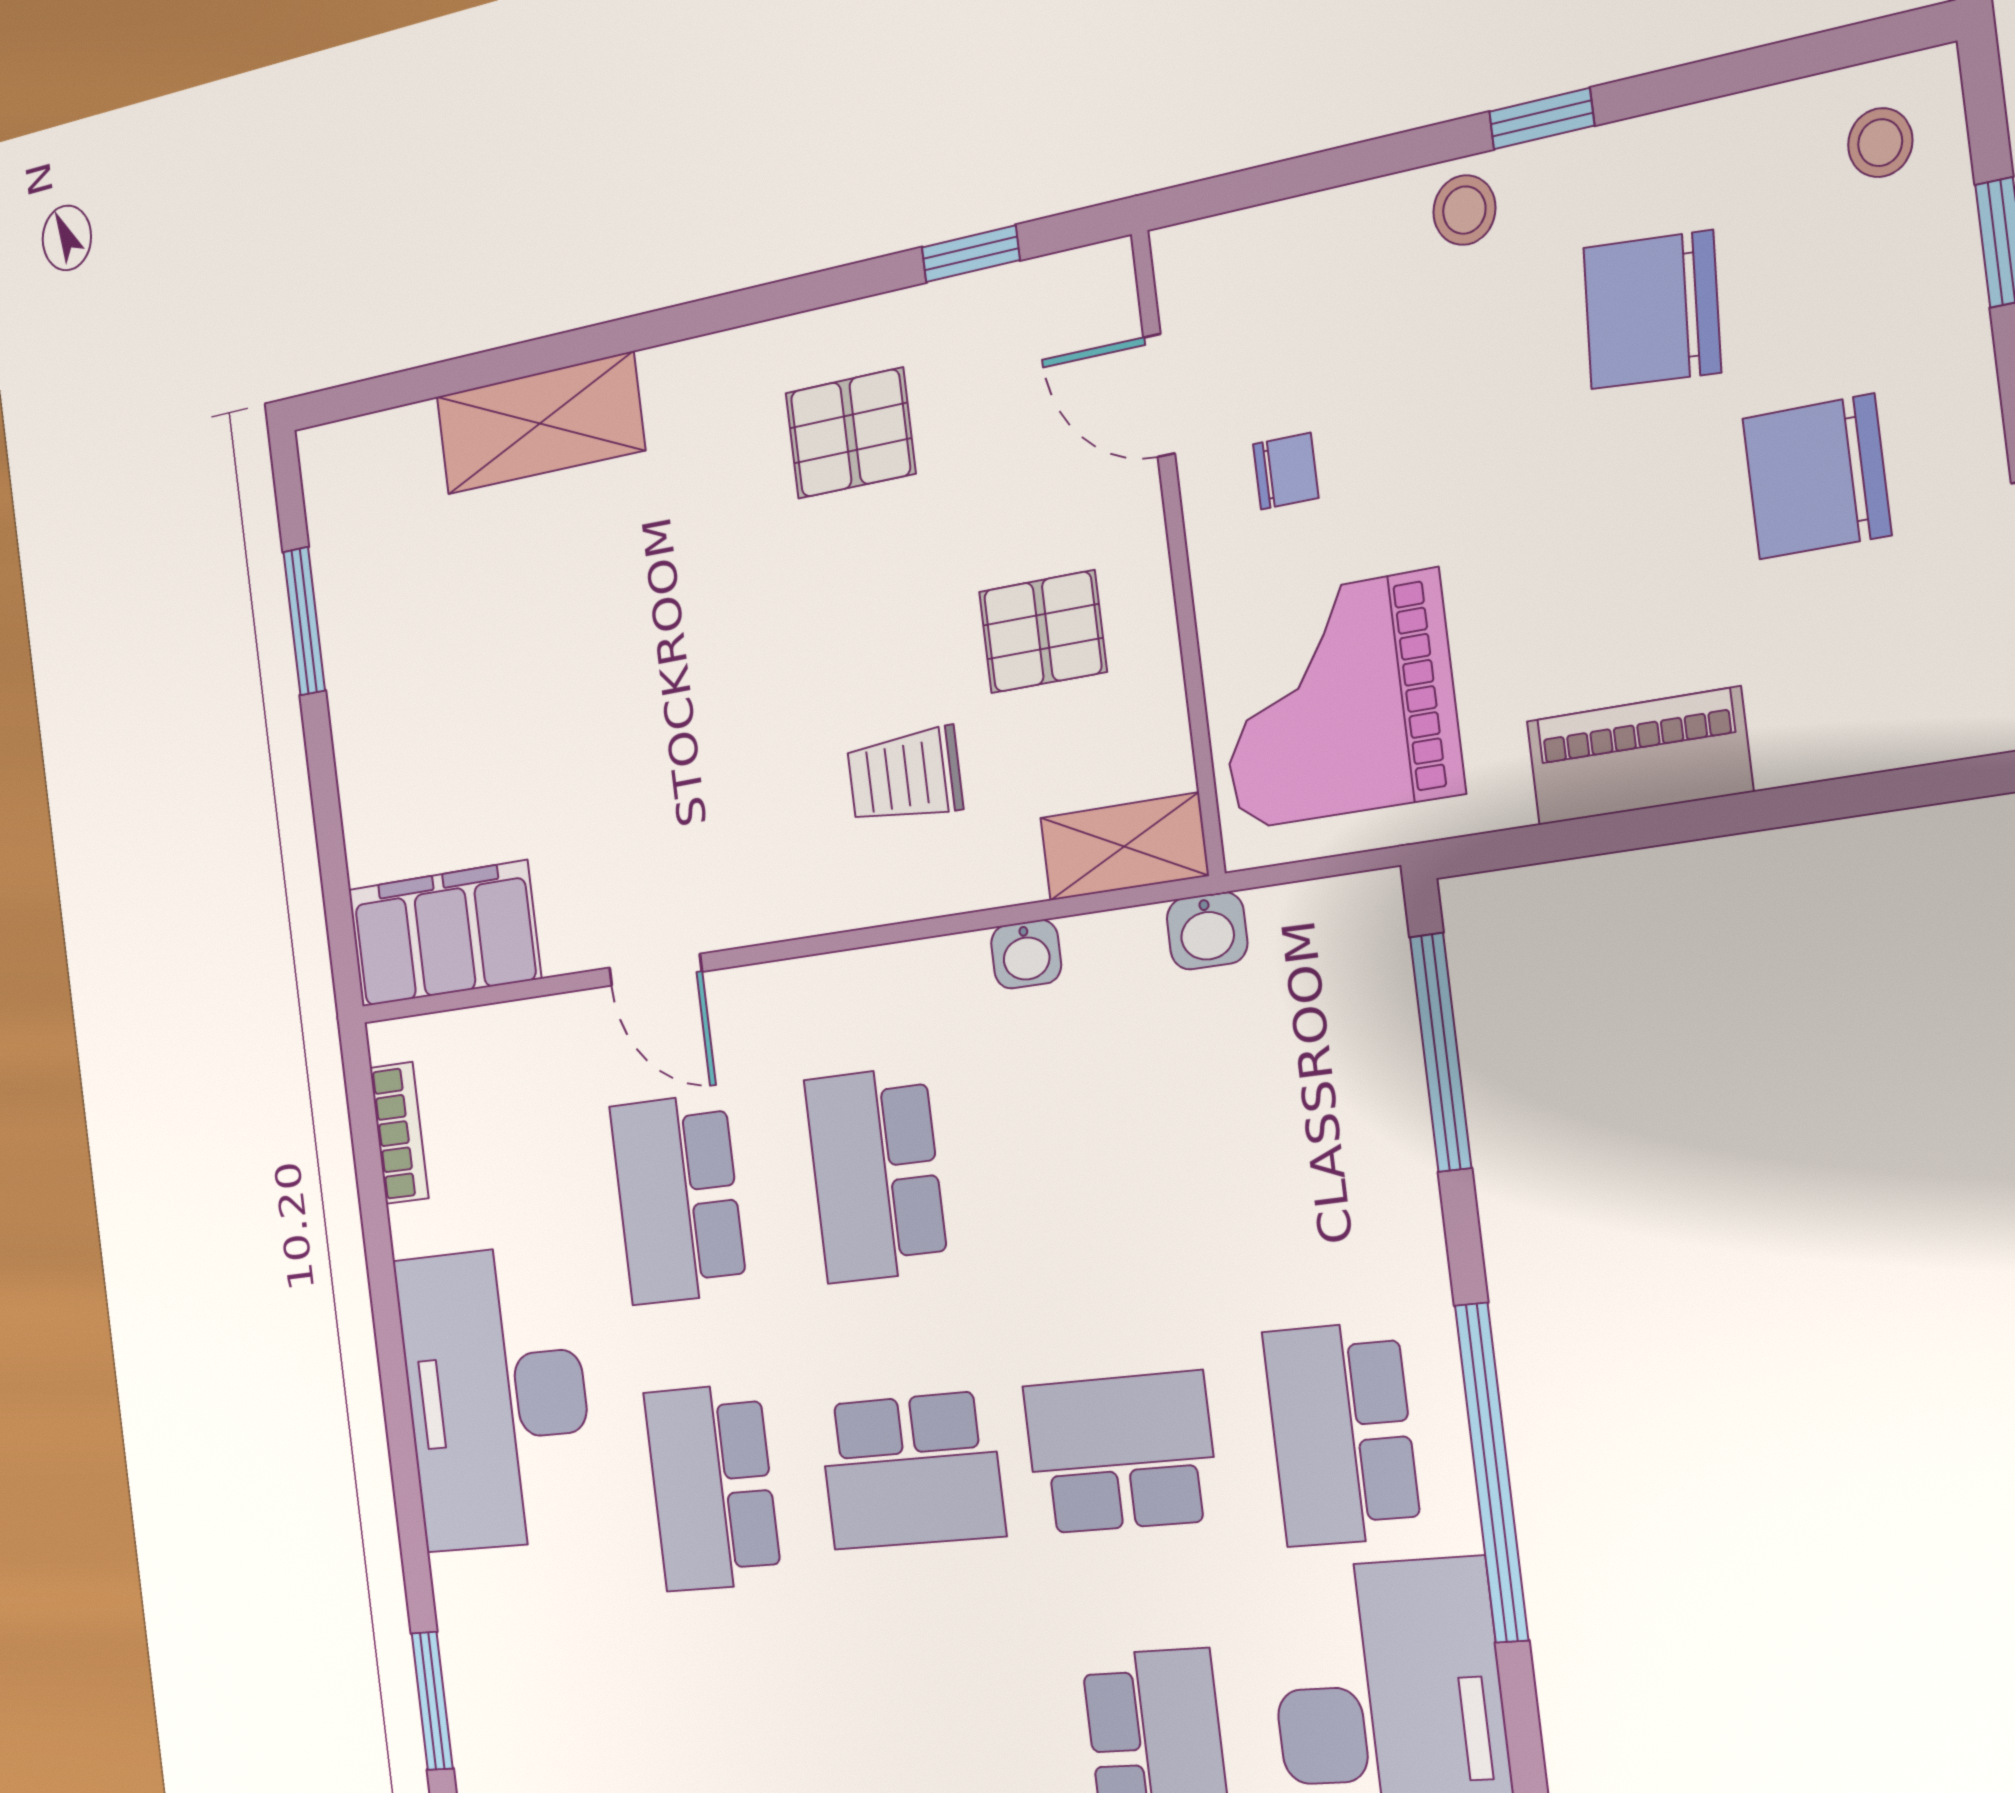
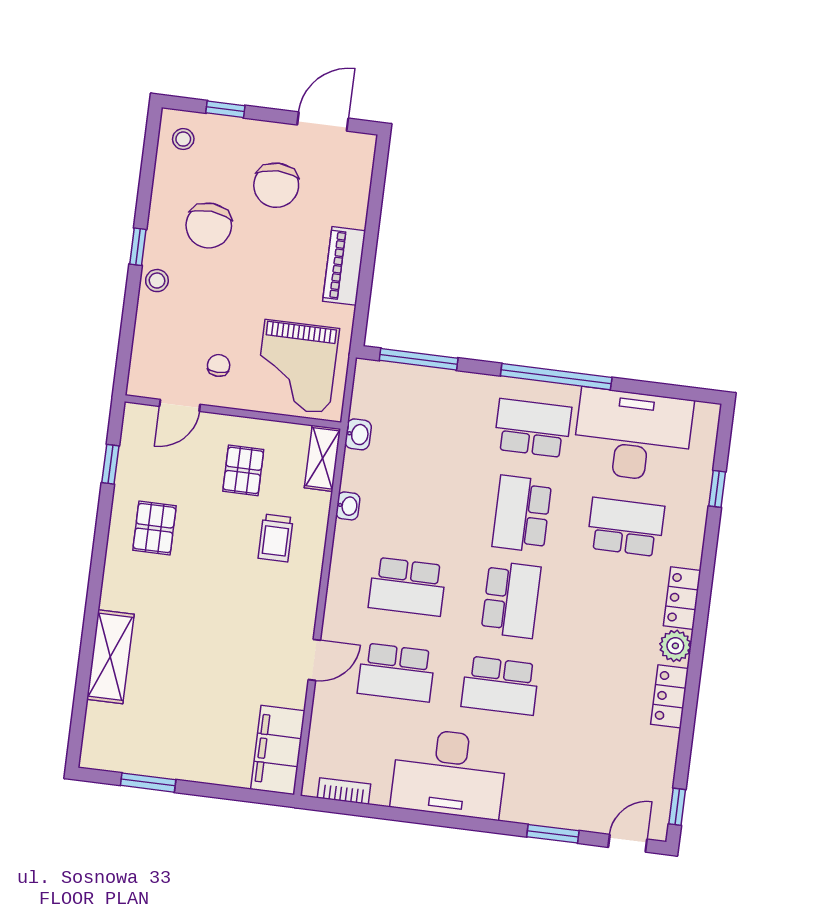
school desk: (1342, 1434) -> (533, 428), turned 180

